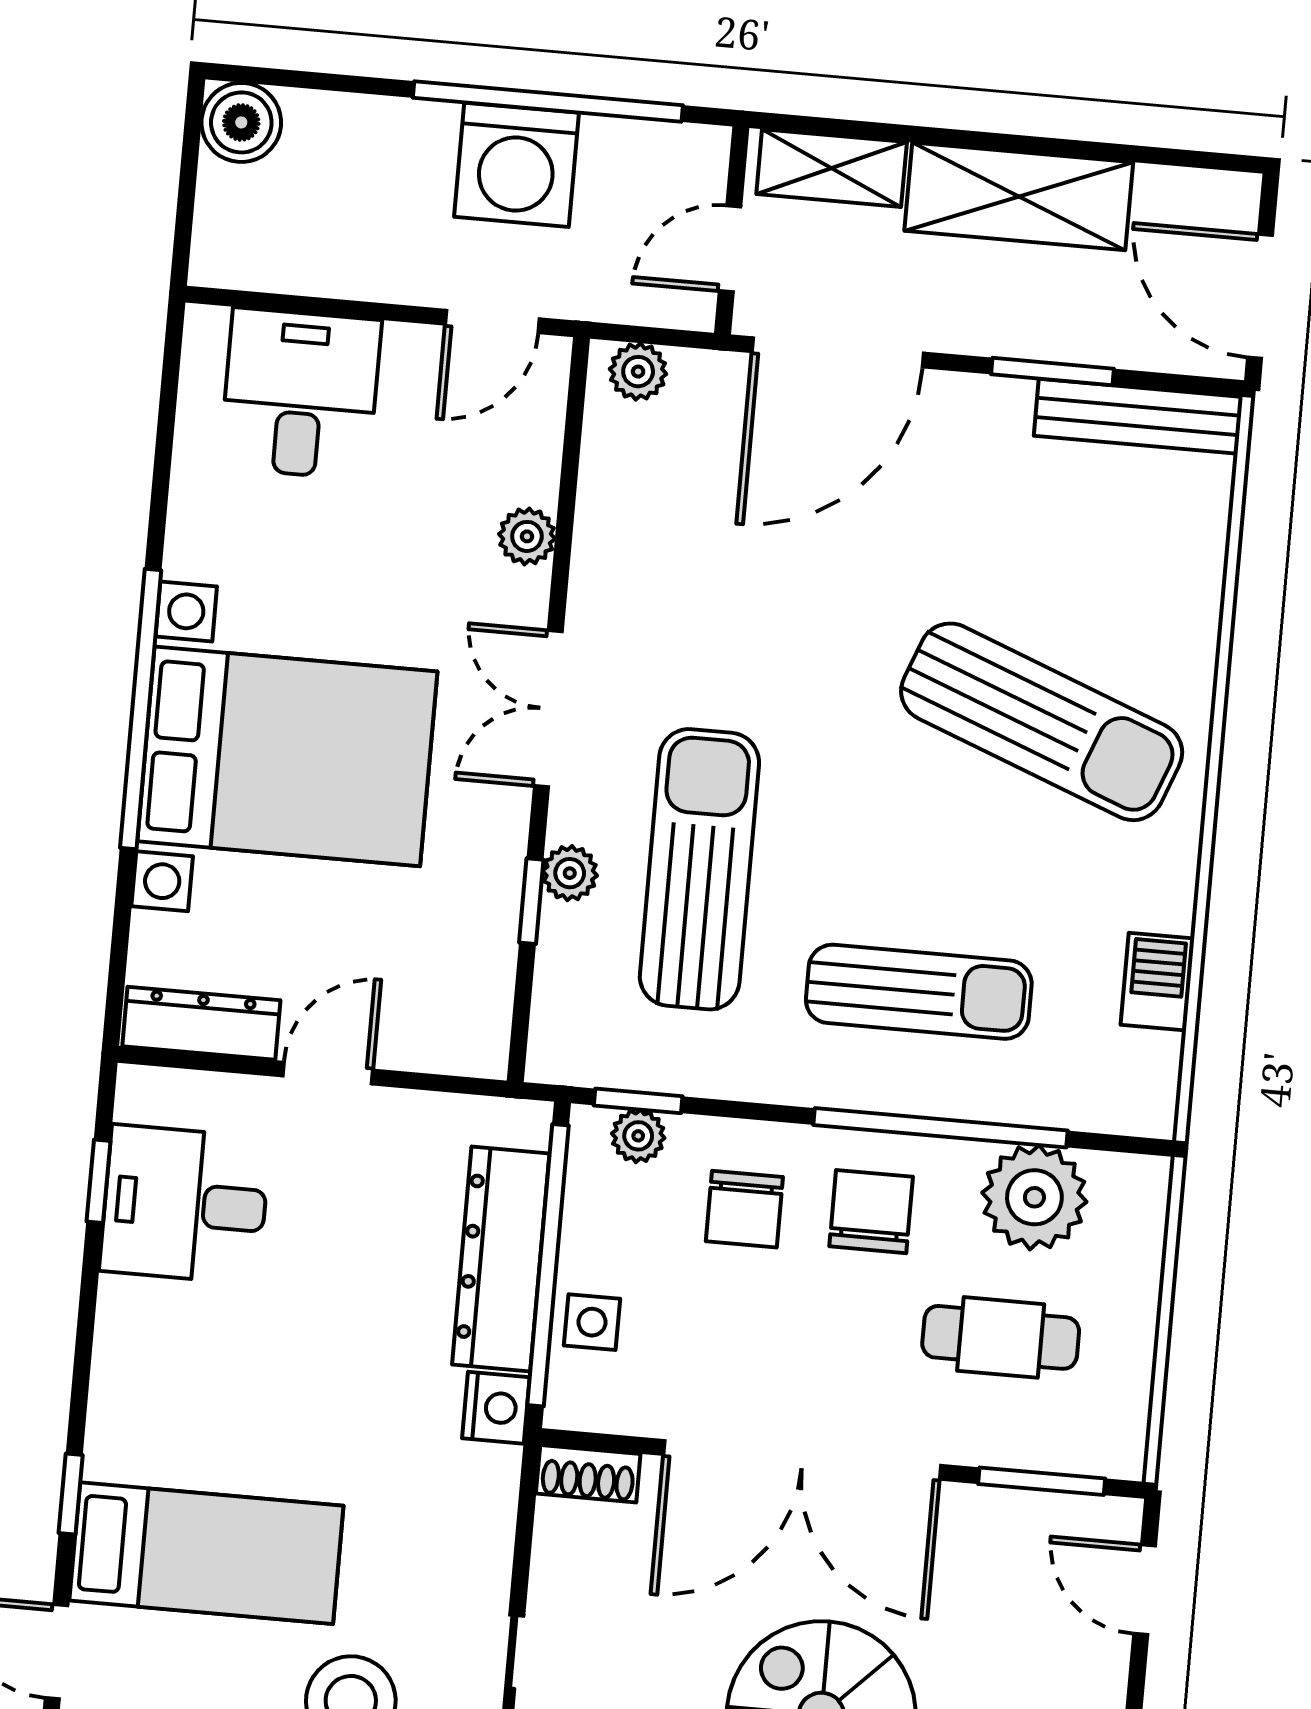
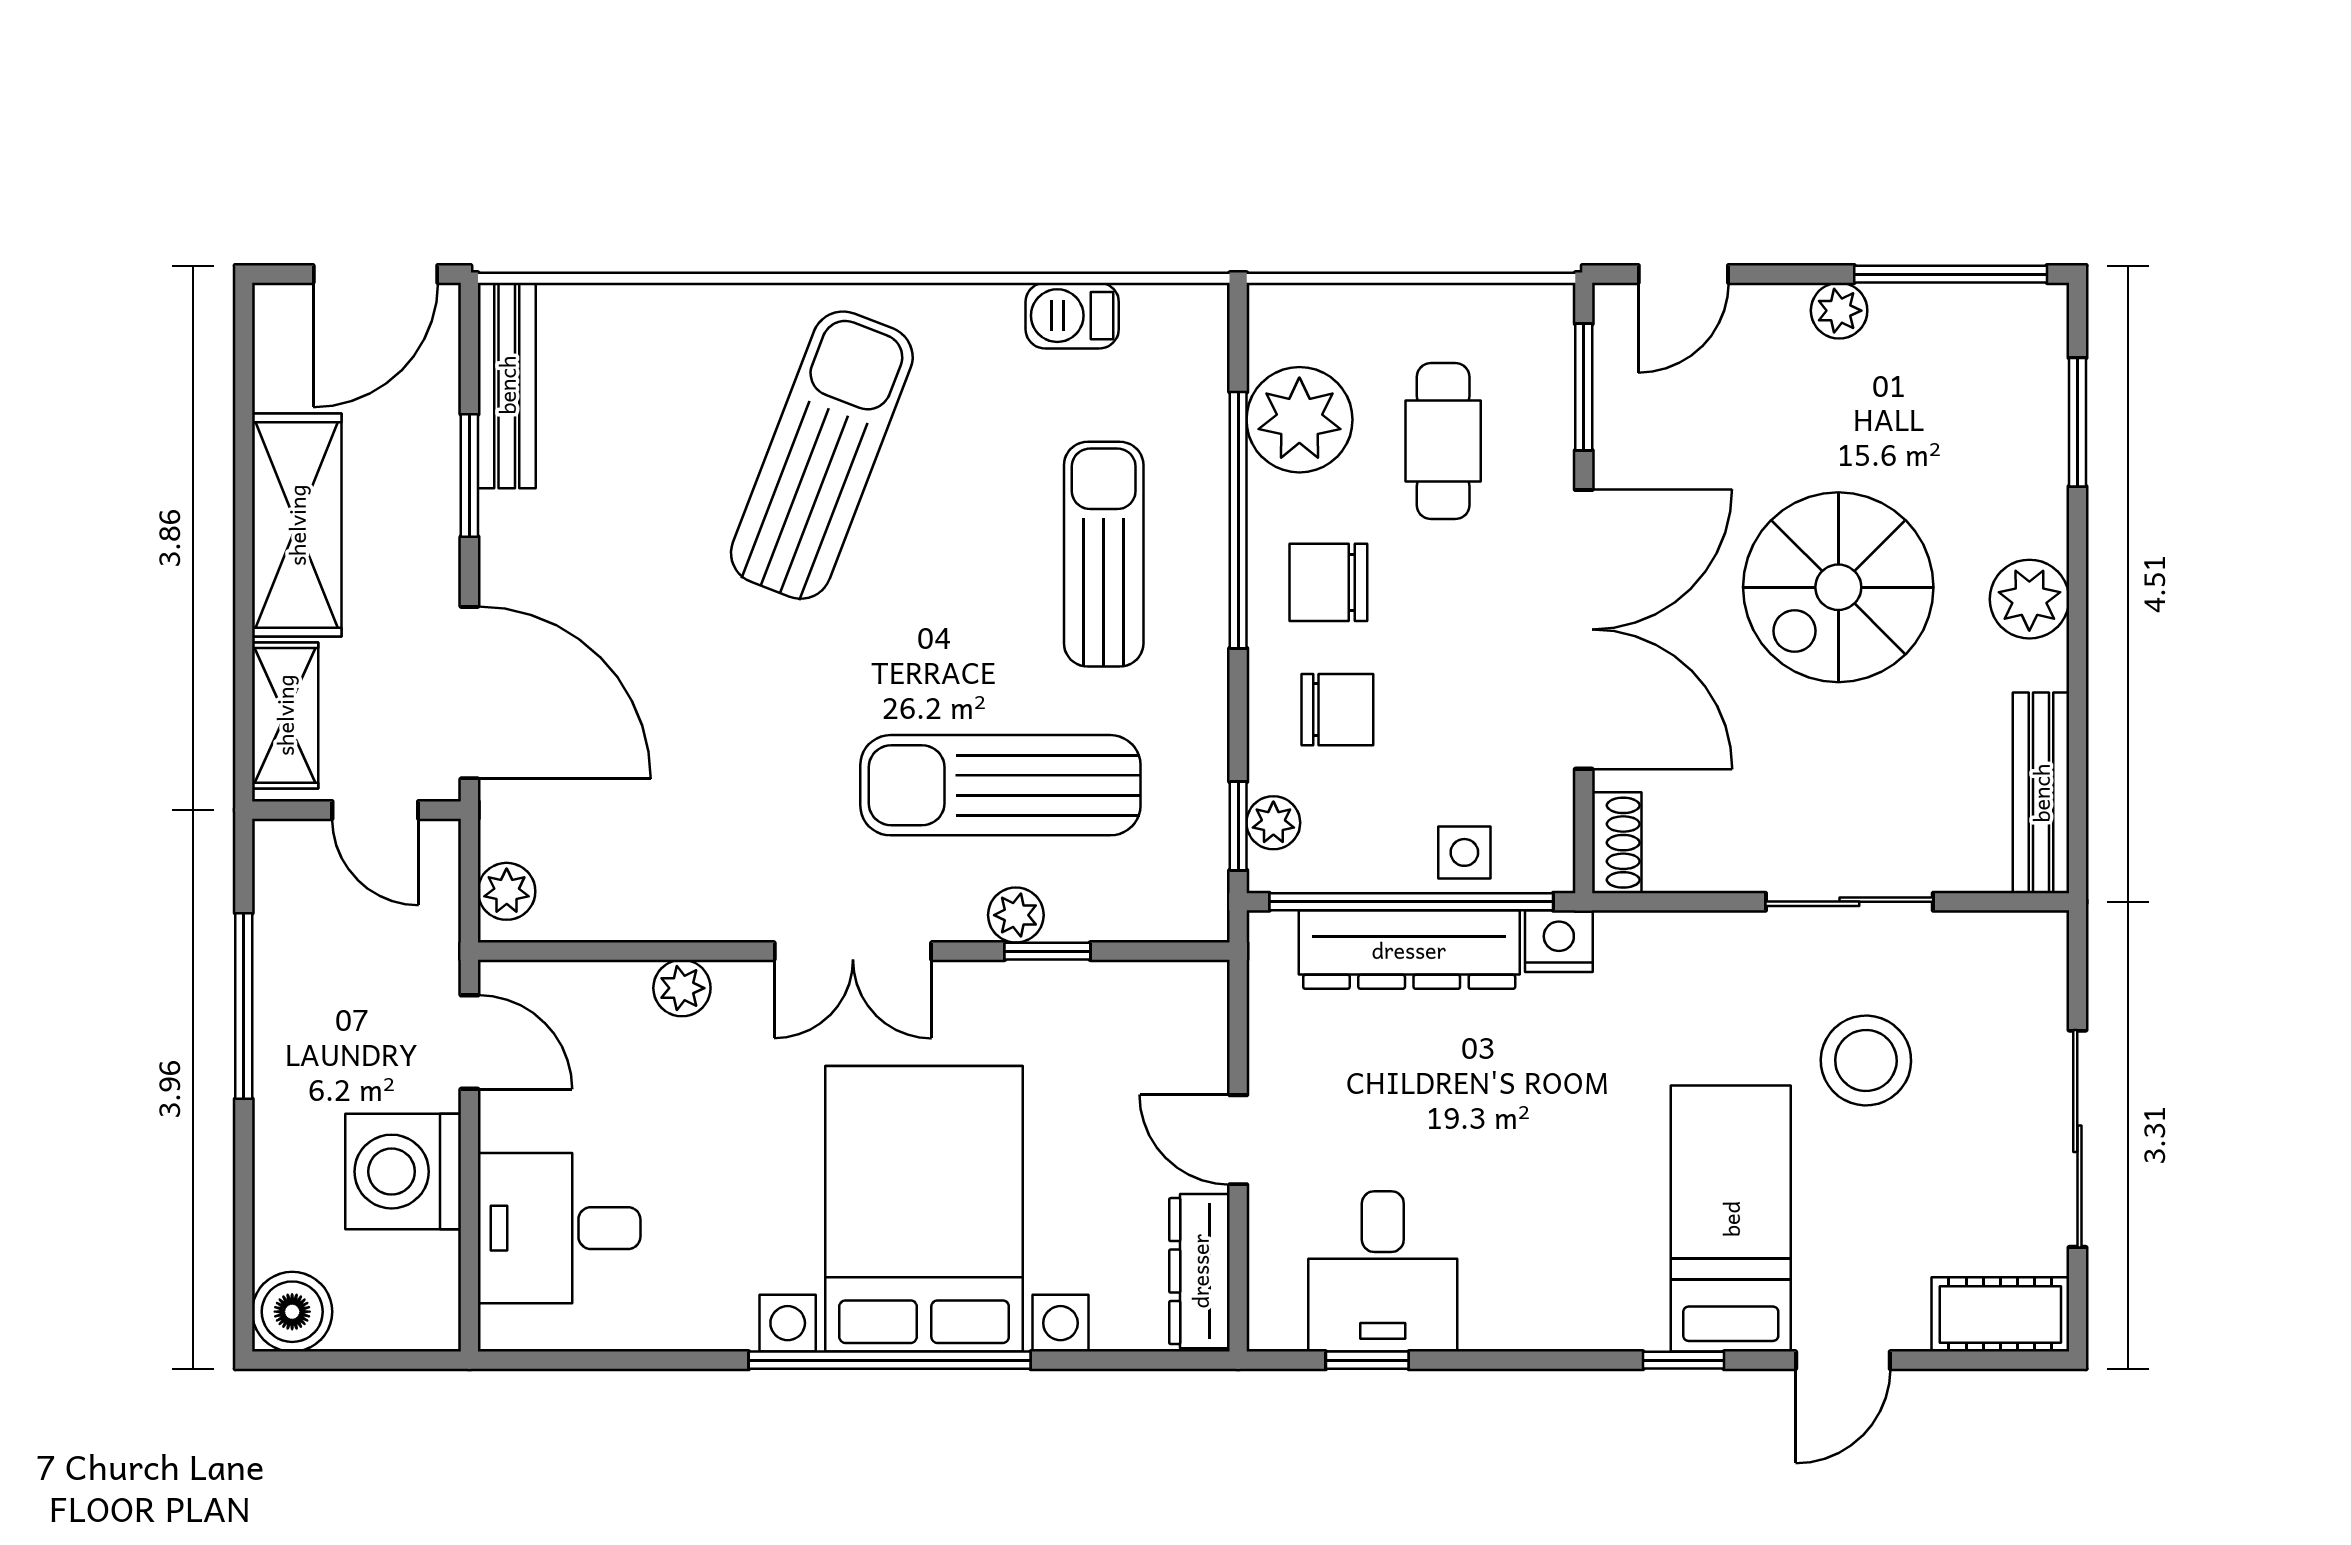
window: (548, 102) -> (244, 1006), width x0.68
washing machine: (517, 165) -> (403, 1172), moved, turned 180

